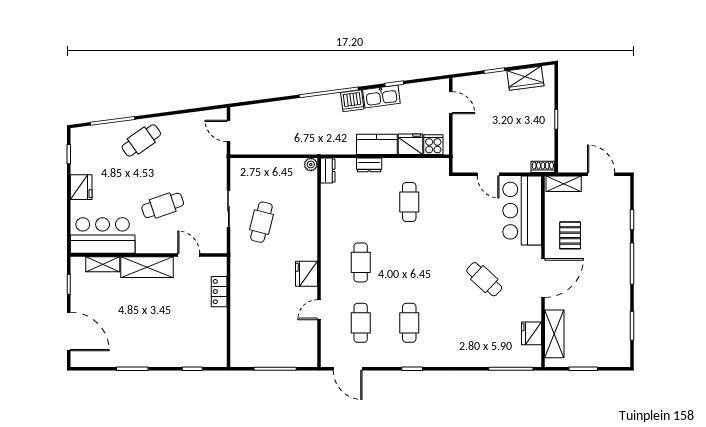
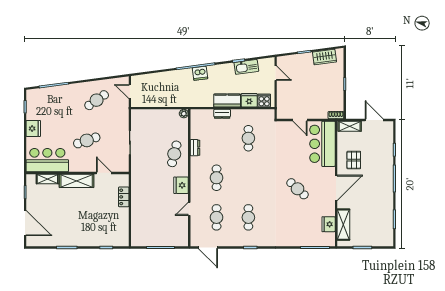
kitchen sink: (381, 97) -> (246, 67), moved
dishwasher: (352, 101) -> (200, 73), moved
cafe table: (141, 140) -> (97, 100), moved
dresser: (328, 170) -> (195, 148), moved
cafe table: (261, 222) -> (174, 154), moved

